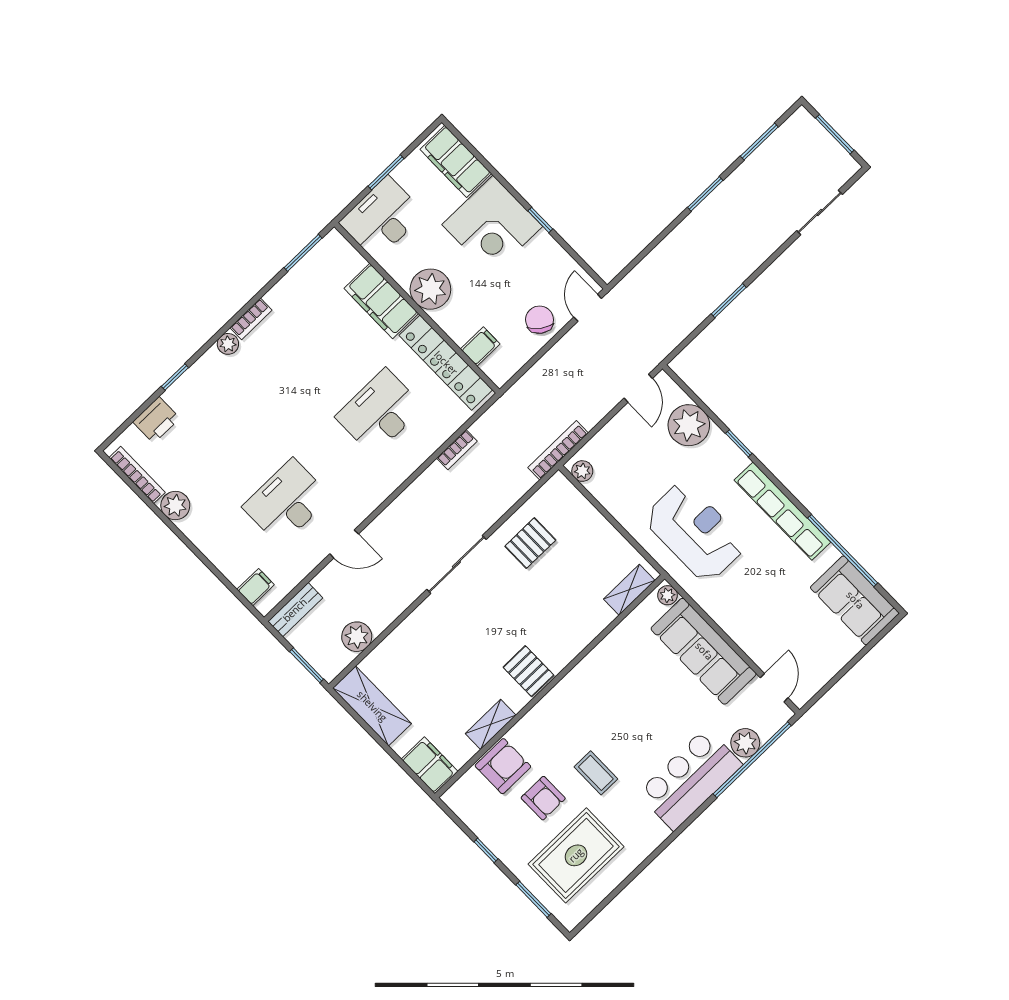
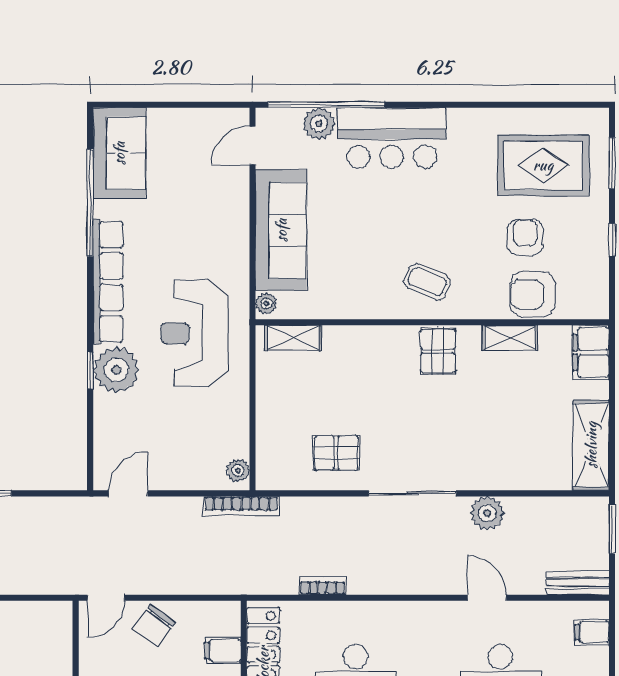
plant: (689, 425) -> (116, 370), moved
plant: (357, 637) -> (487, 513), moved
coffee table: (596, 773) -> (427, 282), moved, turned -68

